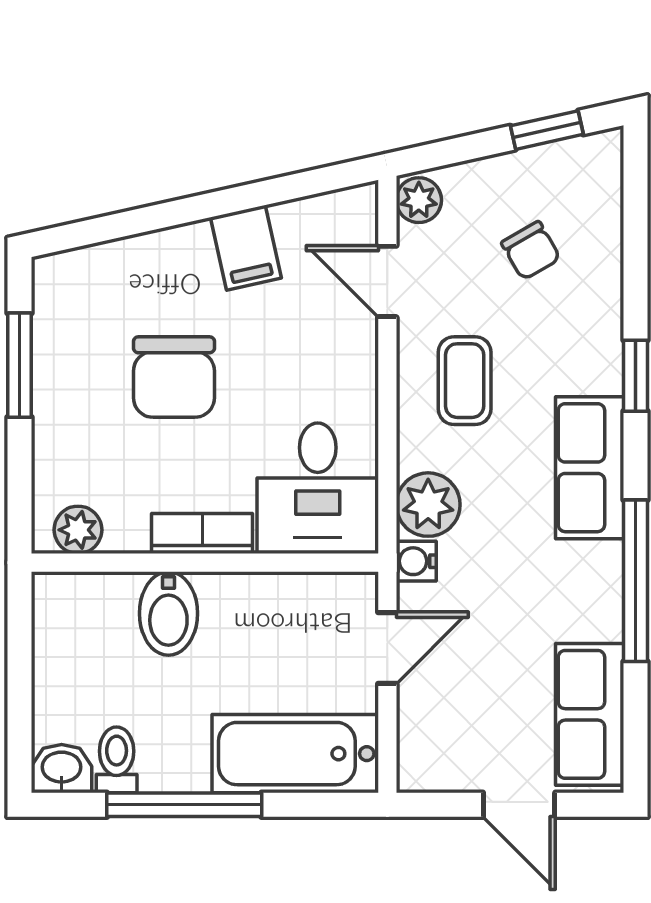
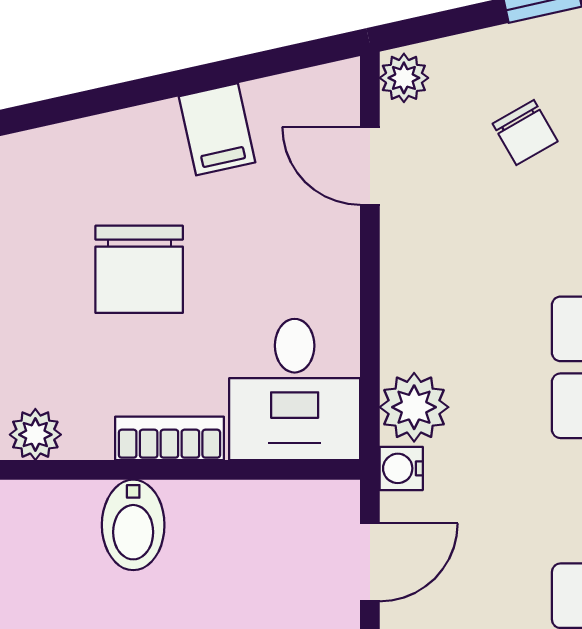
coffee table: (465, 381) -> (453, 273), removed

